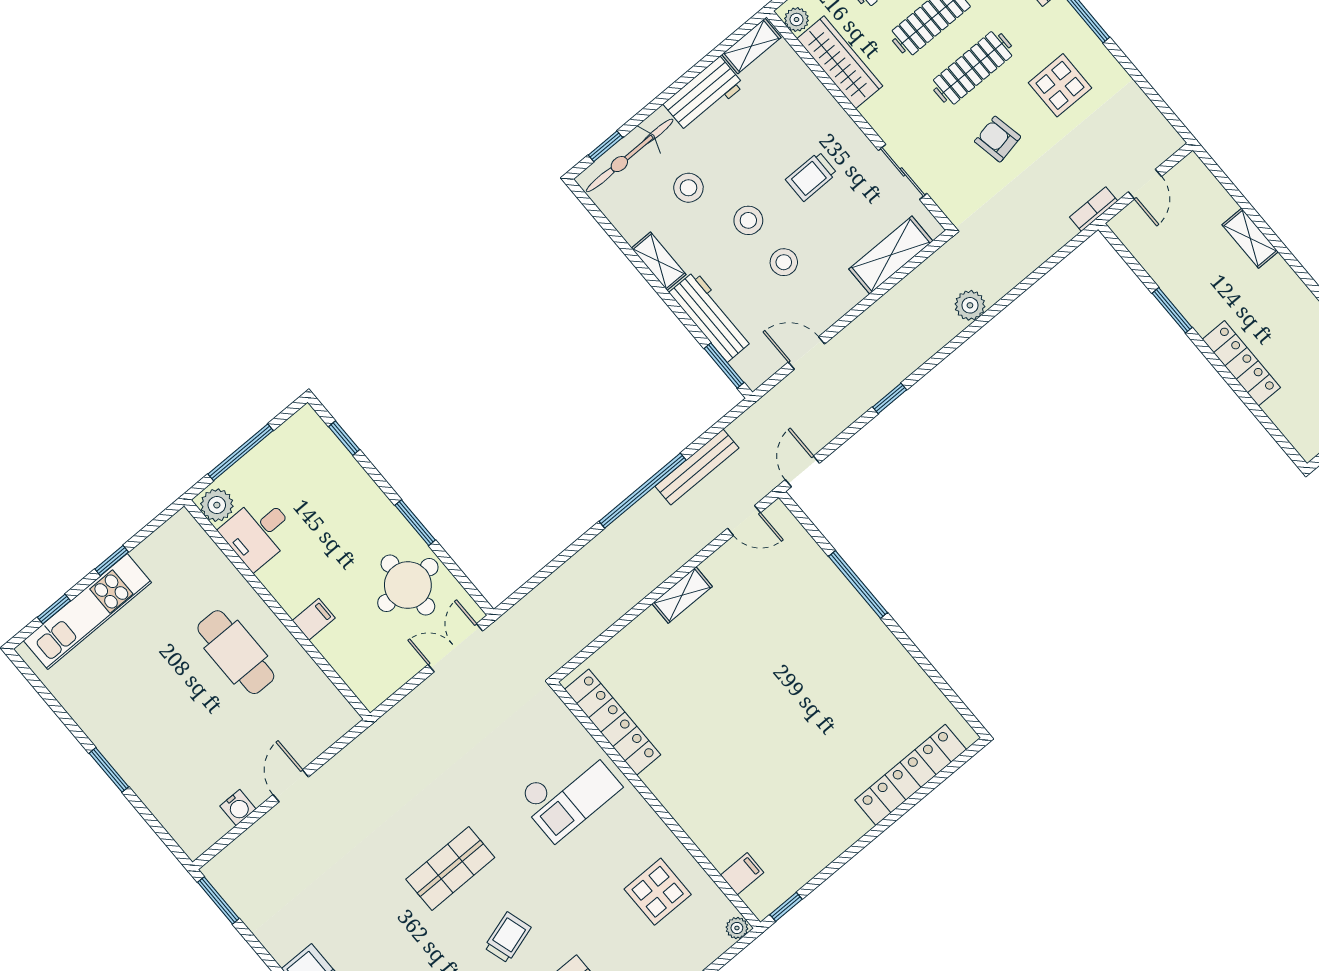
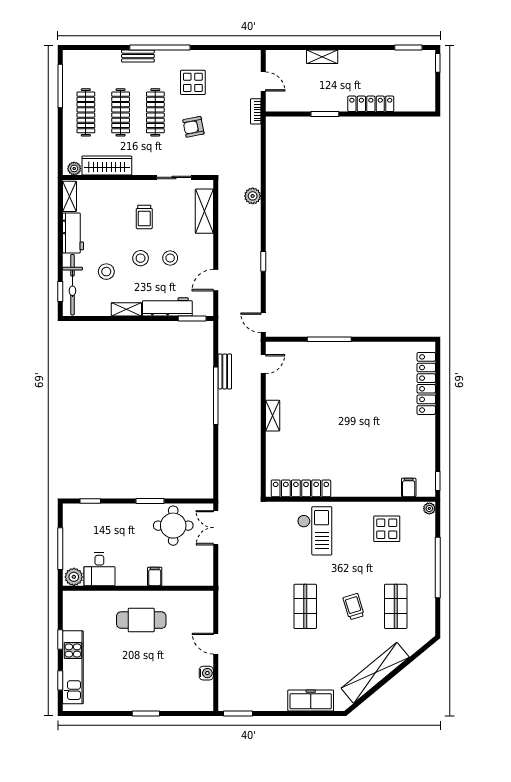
bench: (697, 467) -> (225, 371), width x0.73

